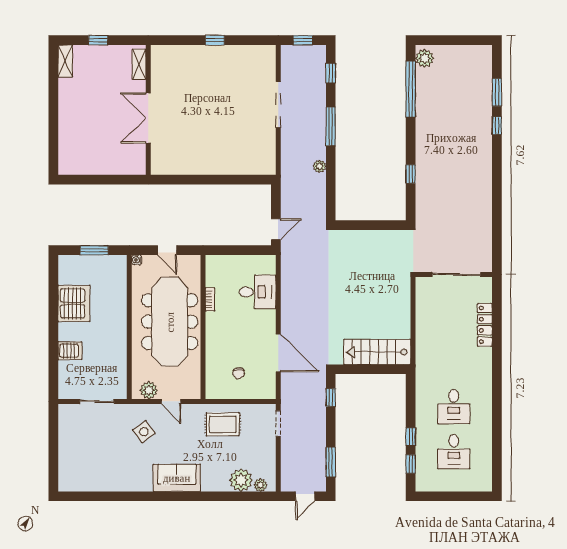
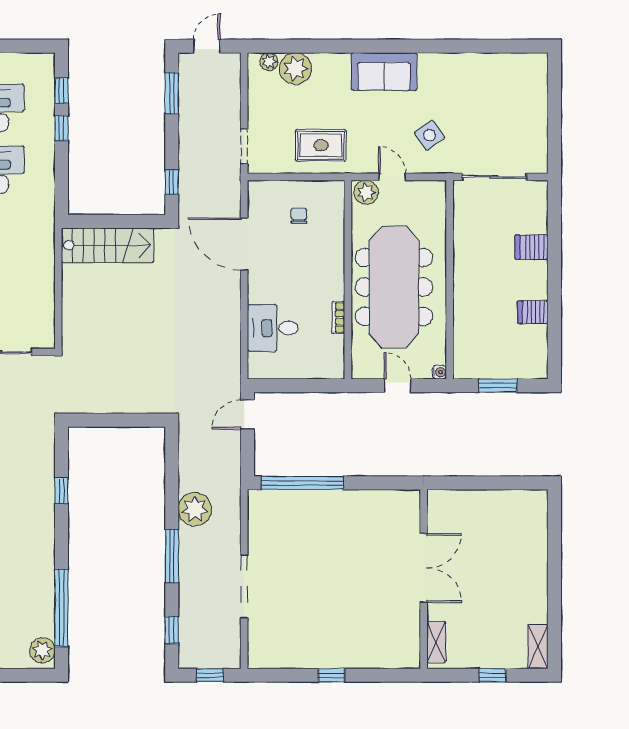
plant: (320, 166) -> (195, 509), width x1.88, depth x1.88
window: (236, 180) -> (302, 483), added
server rack: (74, 303) -> (533, 312), width x0.46, depth x0.70
plant: (149, 390) -> (366, 192), moved
sliding door: (97, 401) -> (494, 177), width x1.37

